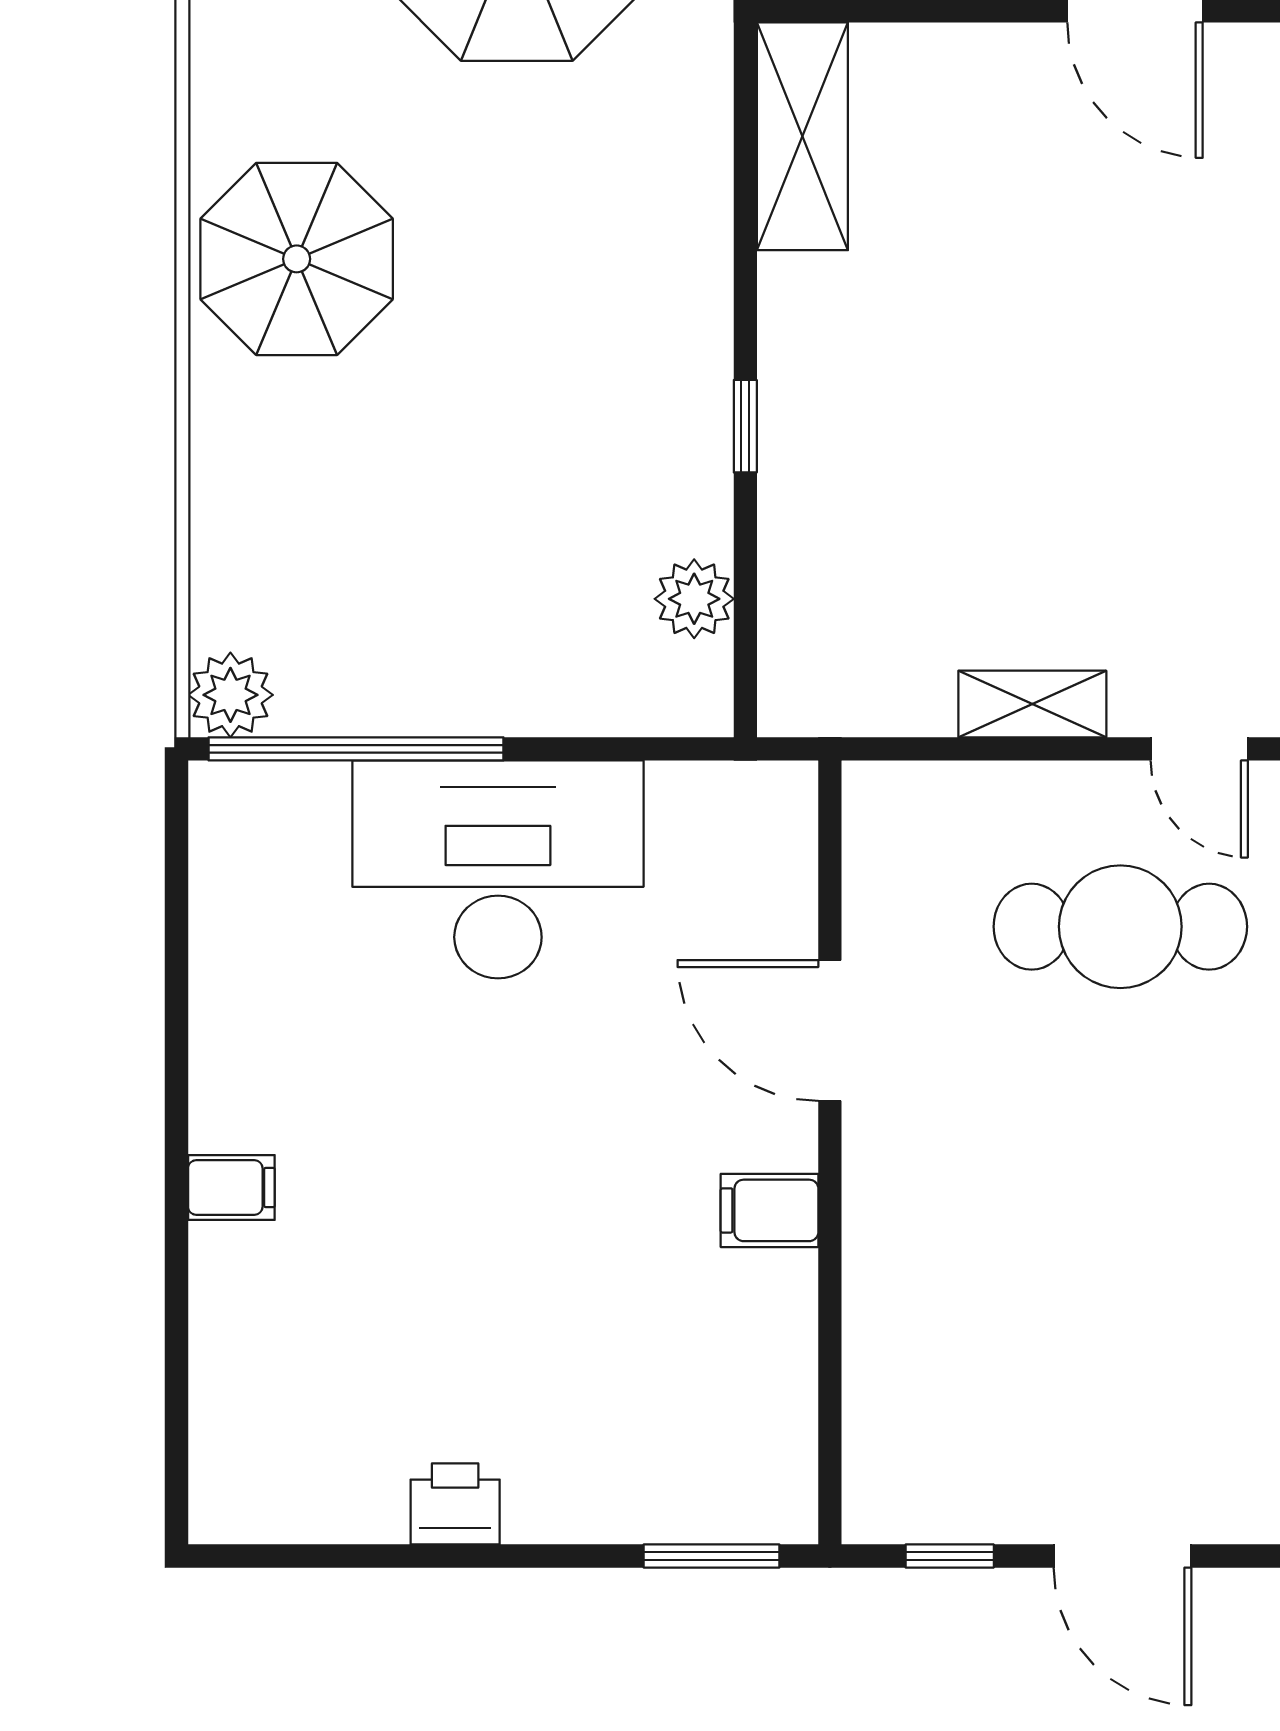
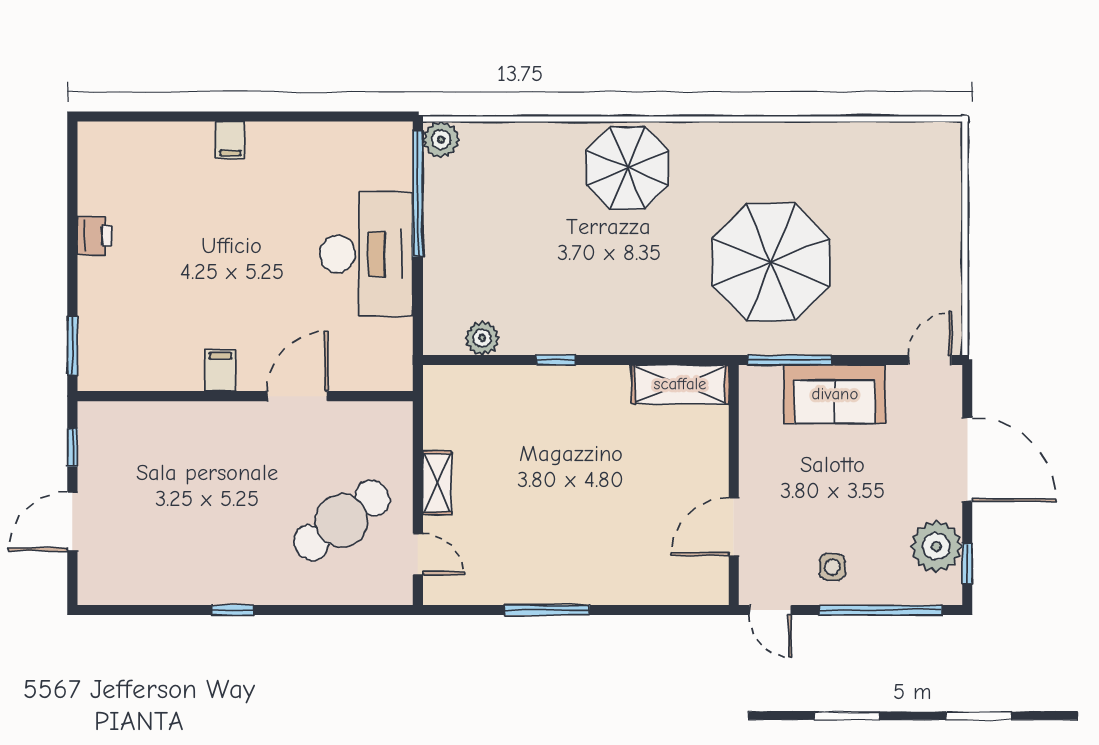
door: (1199, 749) -> (418, 554), swing flipped
cafe table: (1120, 927) -> (342, 520), turned 54

